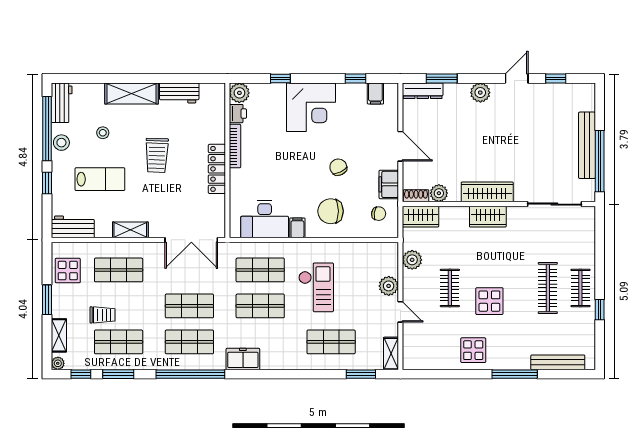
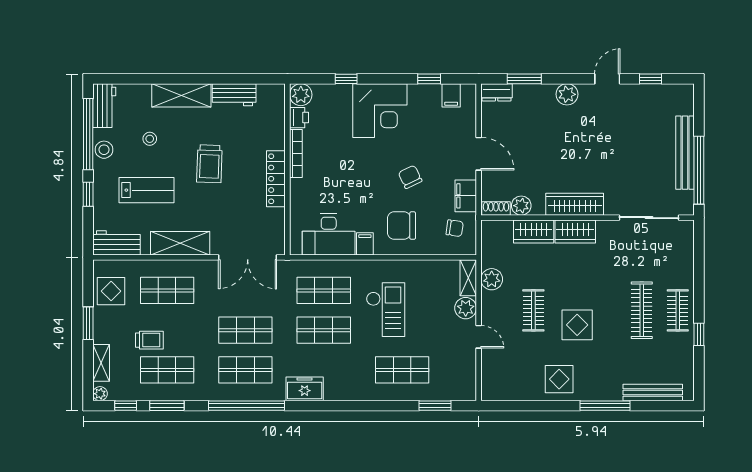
dresser: (423, 91) -> (497, 92), width x0.70
wardrobe: (421, 217) -> (534, 231), moved
shelving: (130, 230) -> (180, 243), width x1.50, depth x1.33
shelving: (391, 354) -> (468, 278), moved

